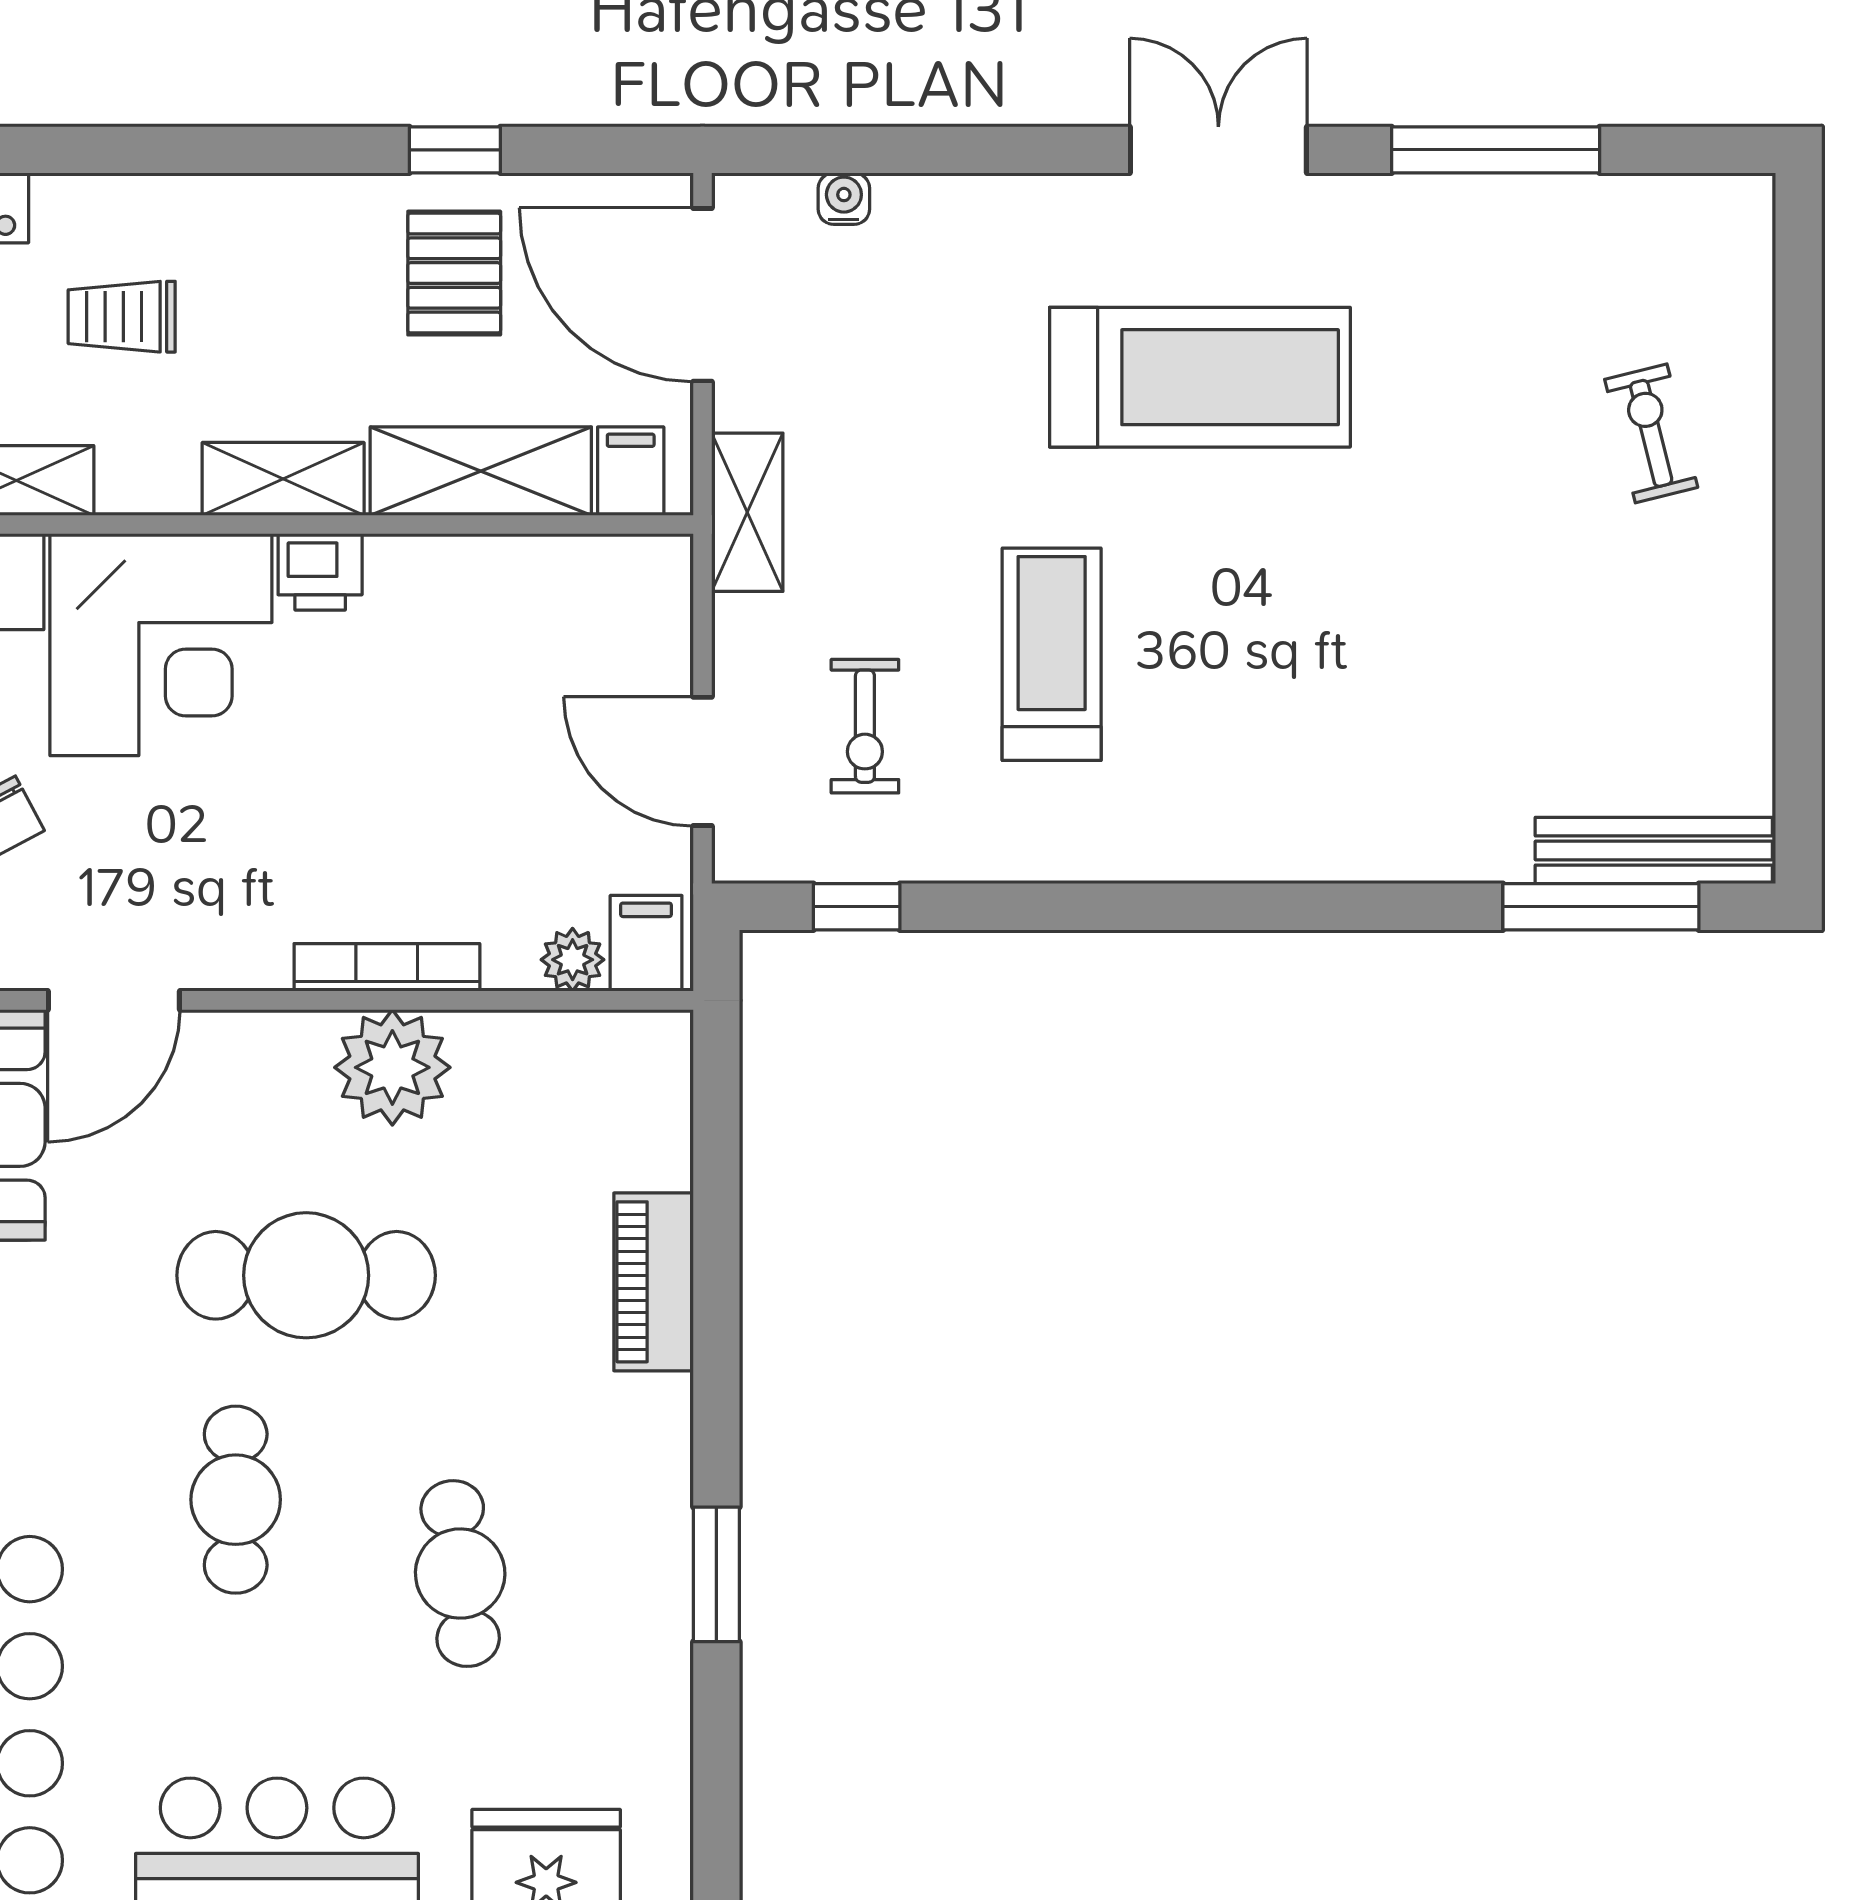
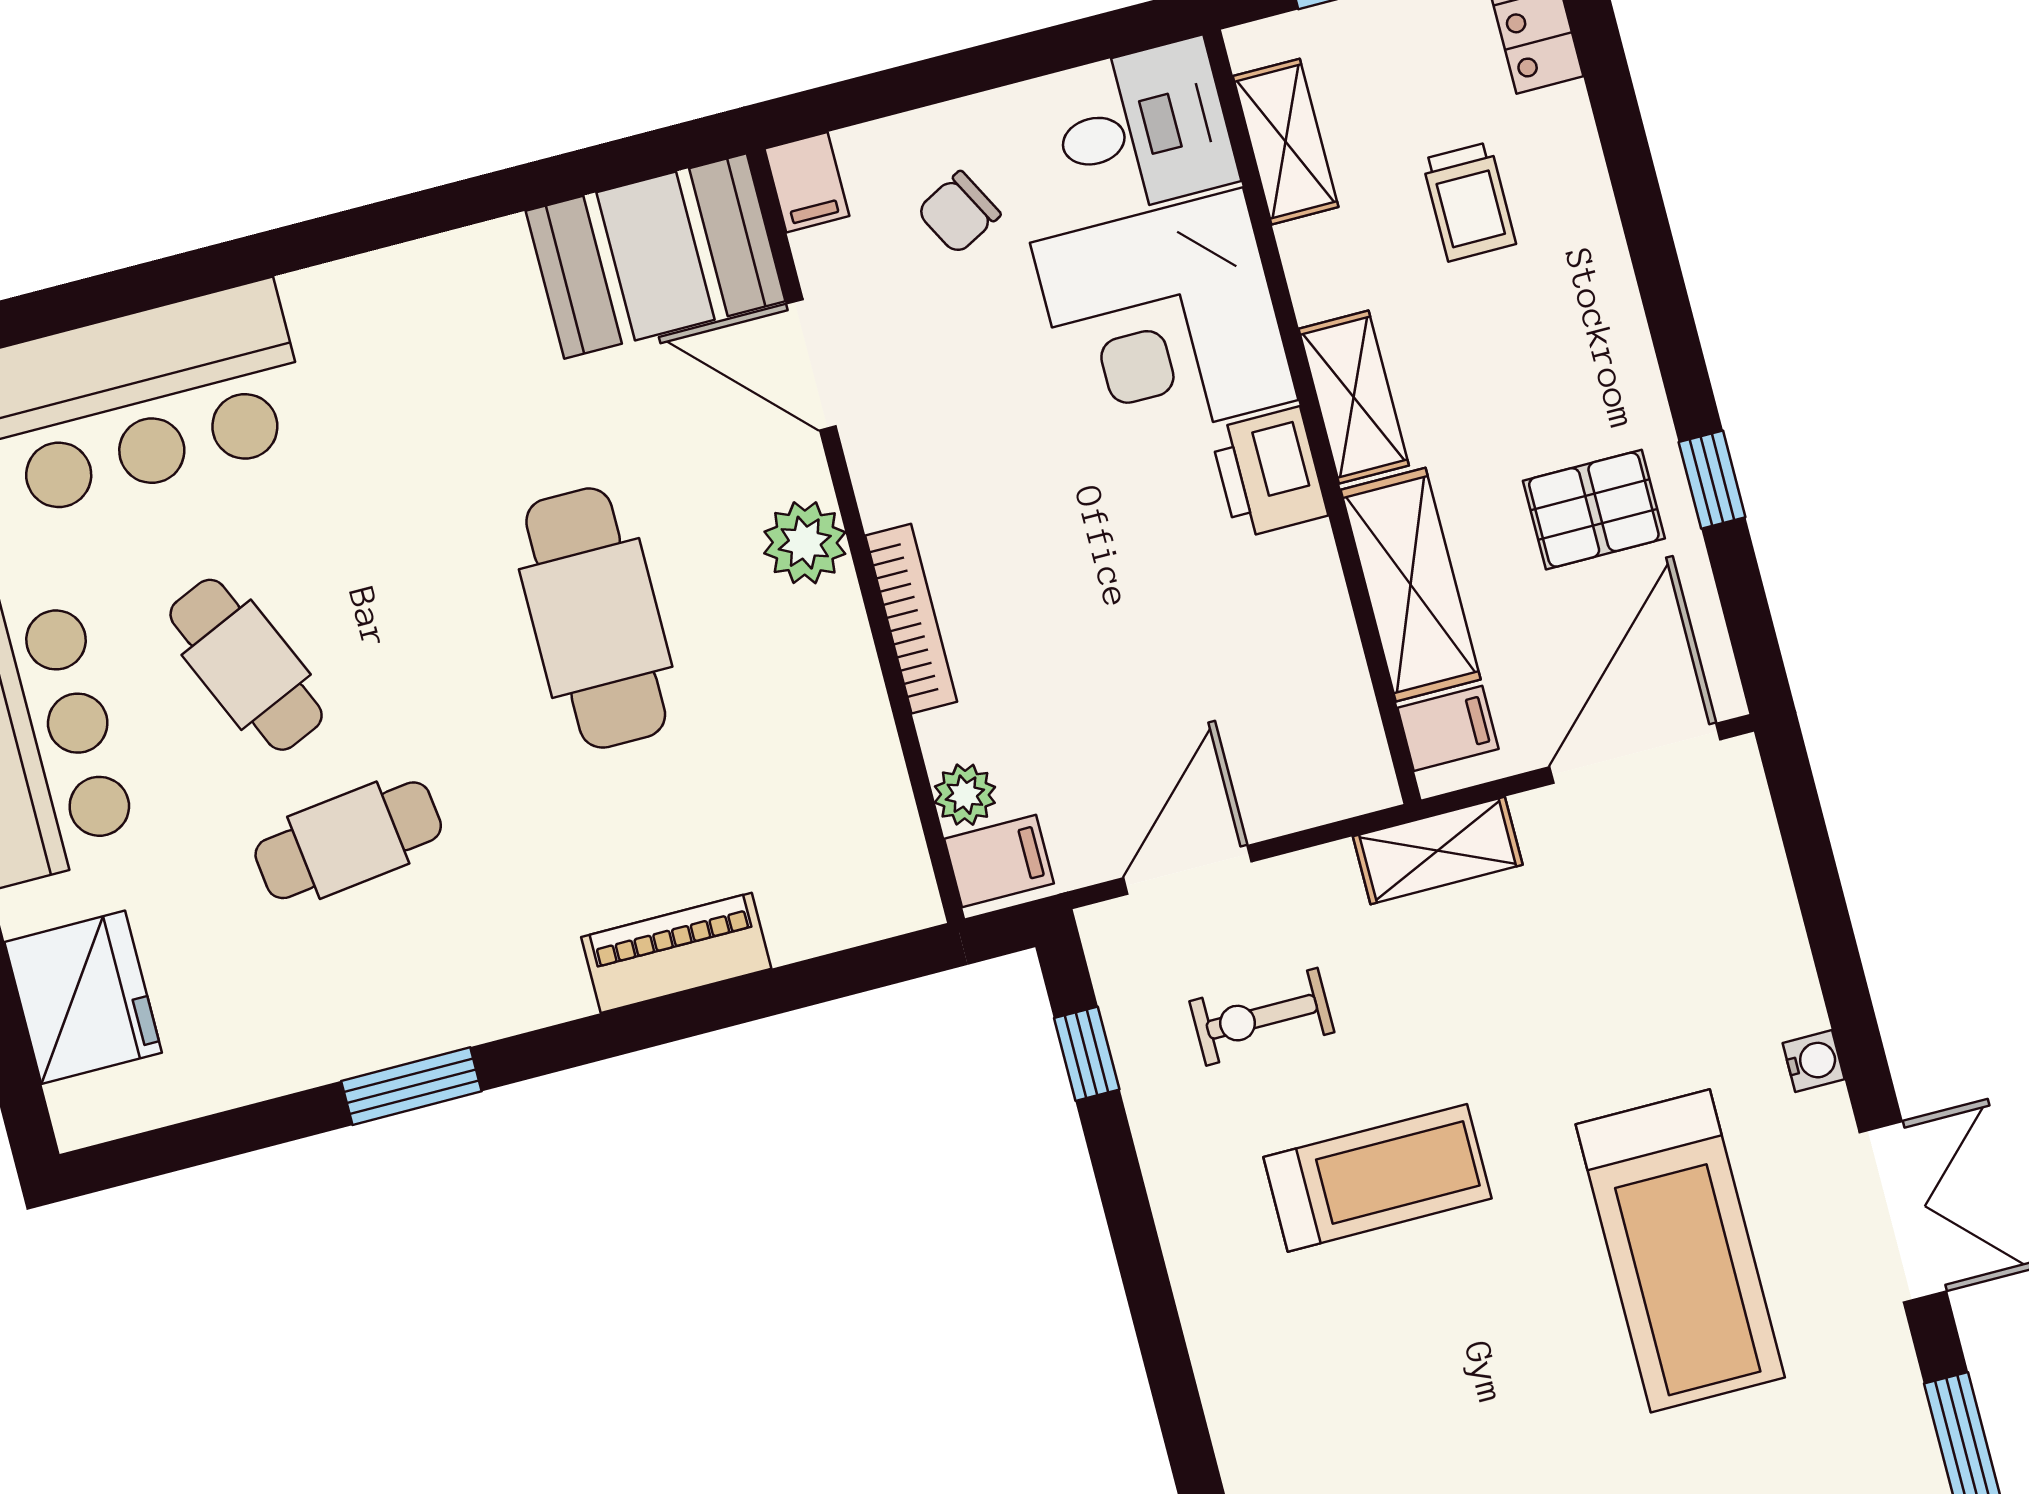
water cooler: (844, 199) -> (1814, 1061), moved
trolley: (122, 317) -> (1469, 202), turned 180
printer: (320, 572) -> (1269, 473), width x1.36, depth x1.24
plant: (392, 1067) -> (805, 543), moved, width x0.73, depth x0.73
cafe table: (236, 1500) -> (246, 665), moved, turned 66

